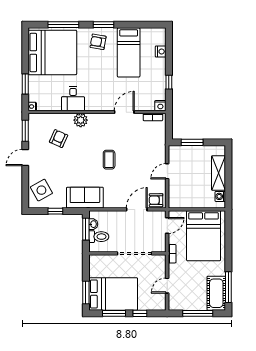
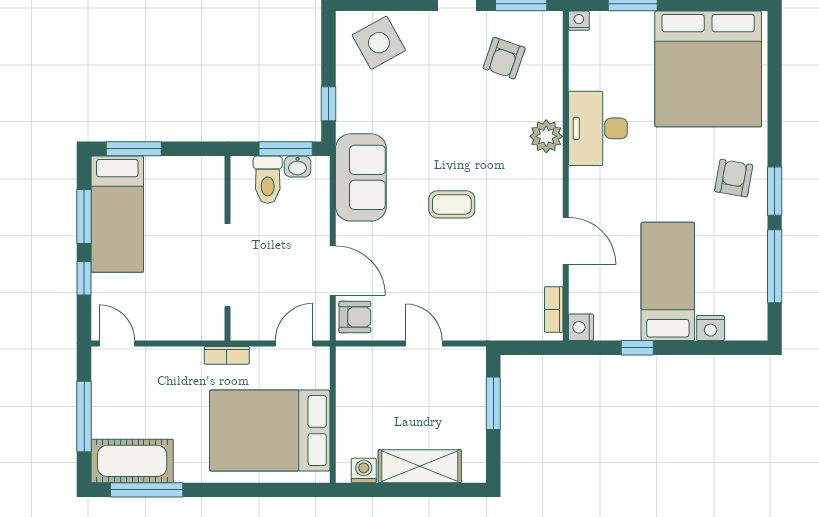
window: (63, 25) -> (775, 266), moved
bed: (129, 52) -> (668, 281), moved, turned 90
desk: (73, 99) -> (598, 128), width x1.37
armchair: (59, 139) -> (504, 58), moved, turned 85
sofa: (85, 198) -> (361, 177), moved
armchair: (156, 200) -> (355, 317), turned 90
window: (55, 211) -> (328, 104), moved
door: (167, 226) -> (294, 344), swing flipped
door: (167, 286) -> (117, 344), moved
bed: (113, 294) -> (117, 214), width x0.67

